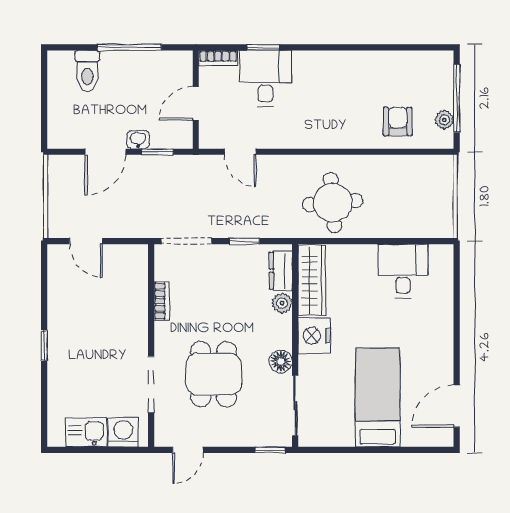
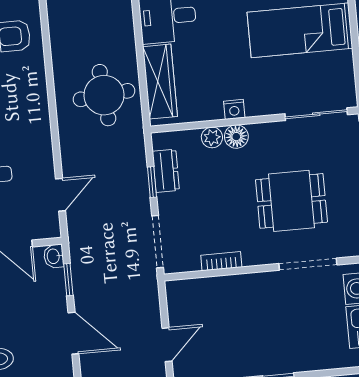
washbasin: (138, 140) -> (54, 256), moved
dresser: (281, 271) -> (166, 171), moved, turned -90
wardrobe: (312, 280) -> (160, 82), moved, turned 90
nightstand: (314, 336) -> (234, 109), width x0.53, depth x0.56
floor lamp: (281, 361) -> (236, 137), moved

